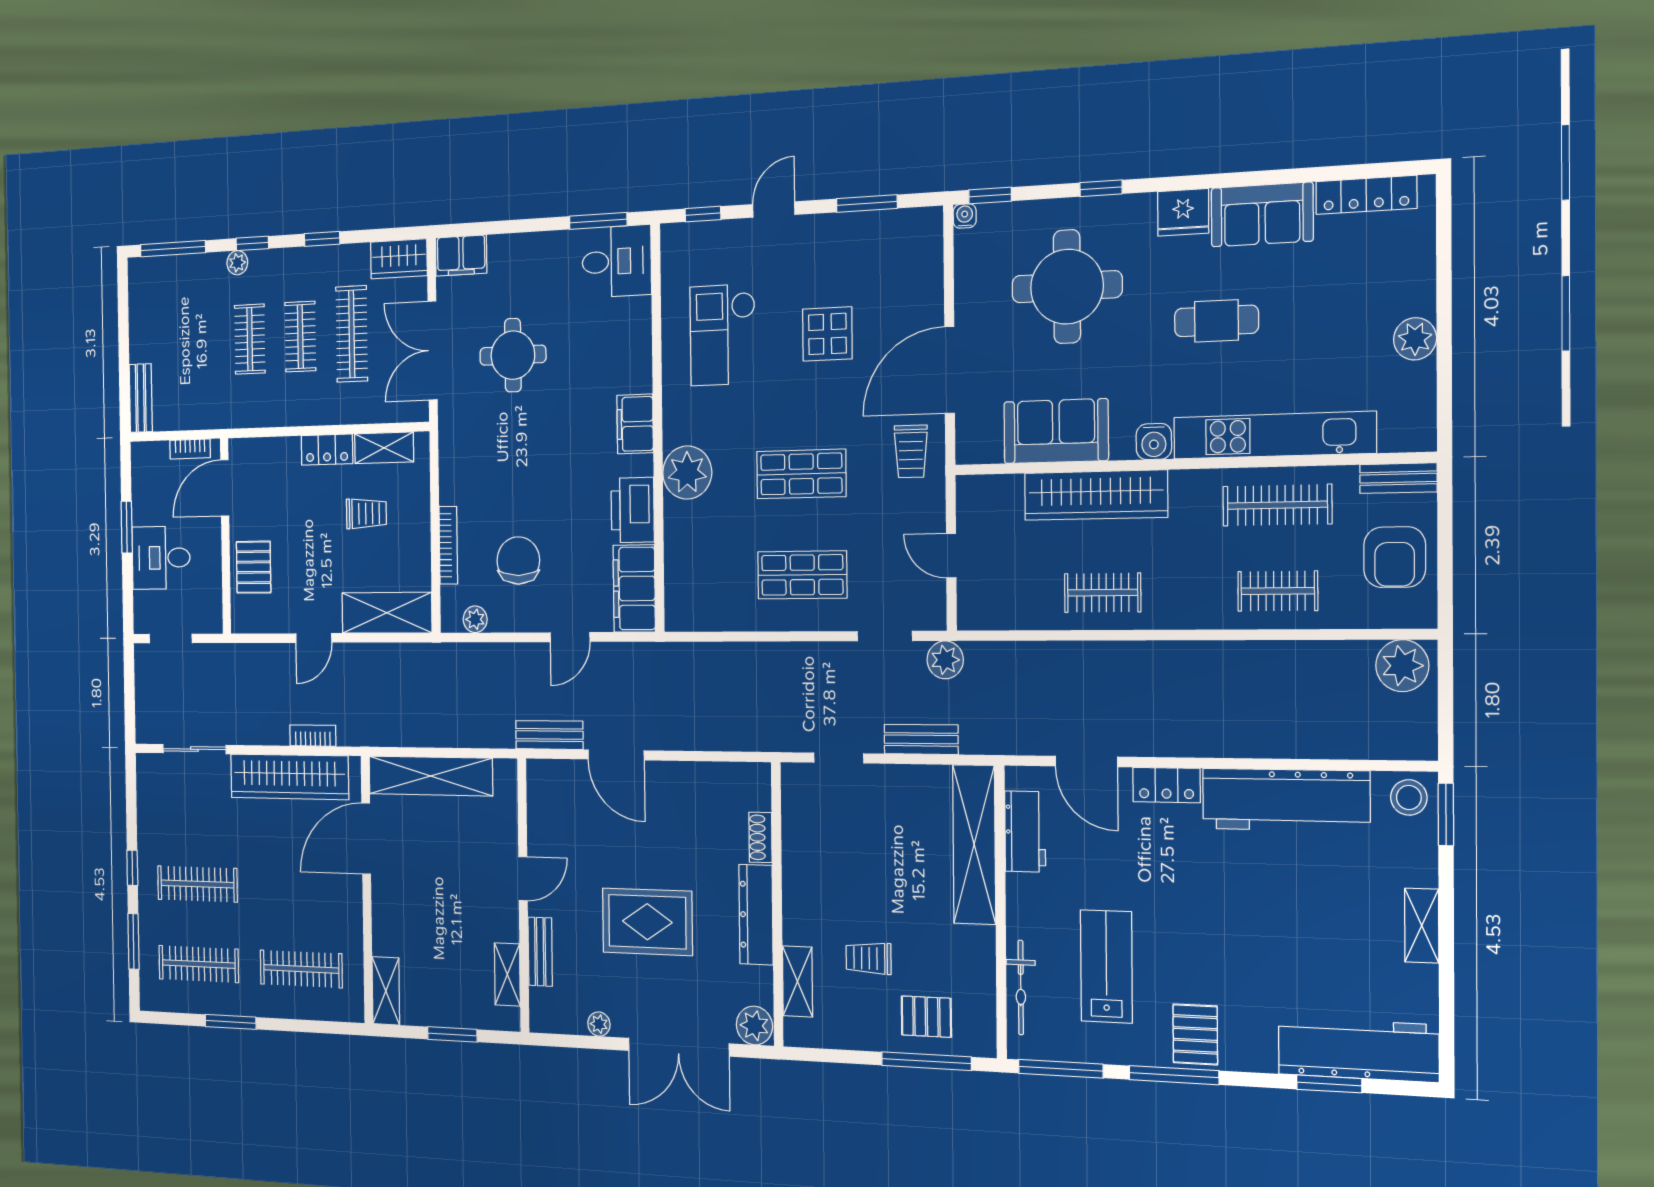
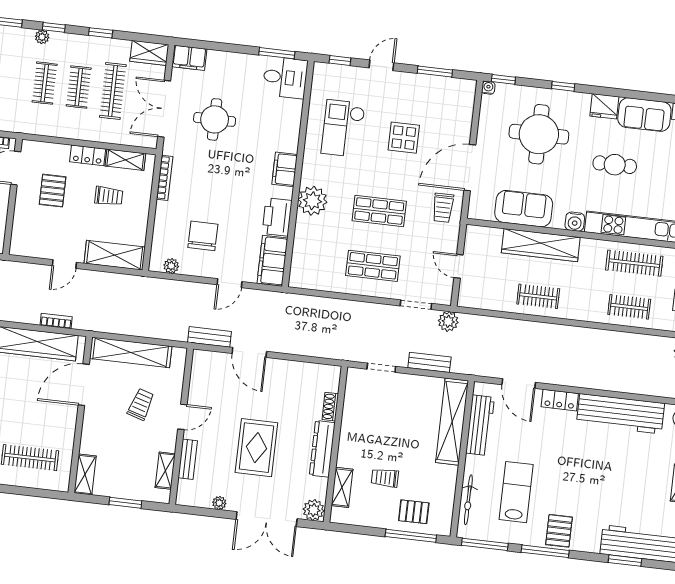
bookcase: (448, 545) -> (165, 178), moved
pallet: (254, 567) -> (53, 191), moved
workbench: (1025, 831) -> (480, 425), width x1.38
trolley: (456, 863) -> (141, 404), added
rug: (647, 922) -> (256, 448), turned 90

